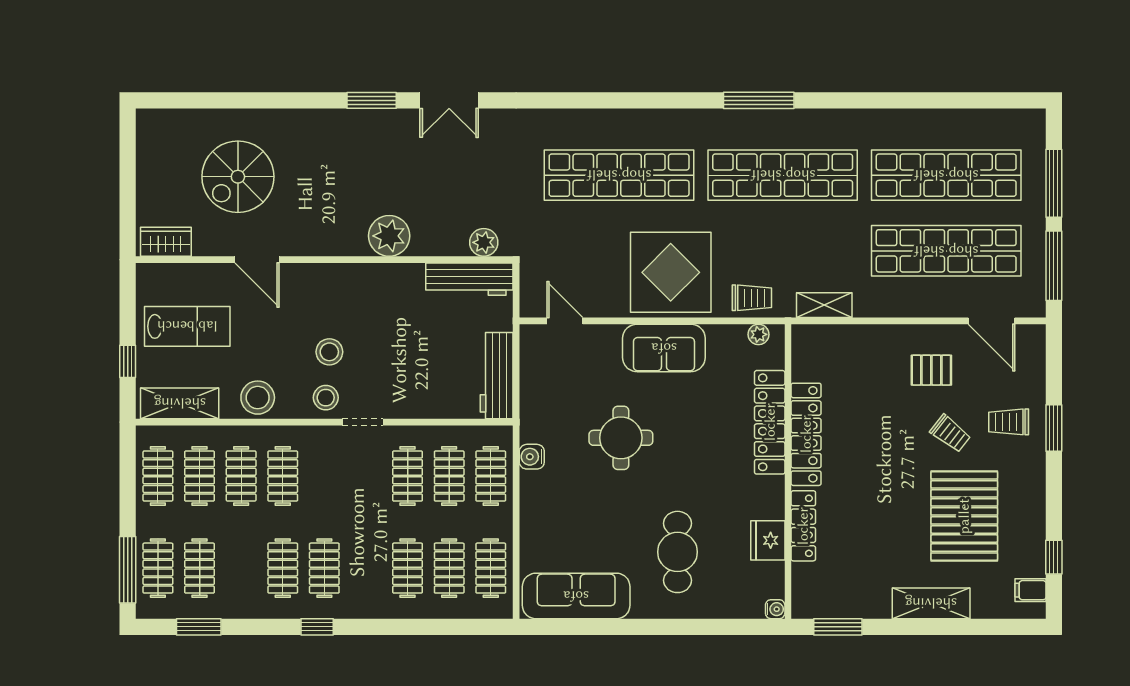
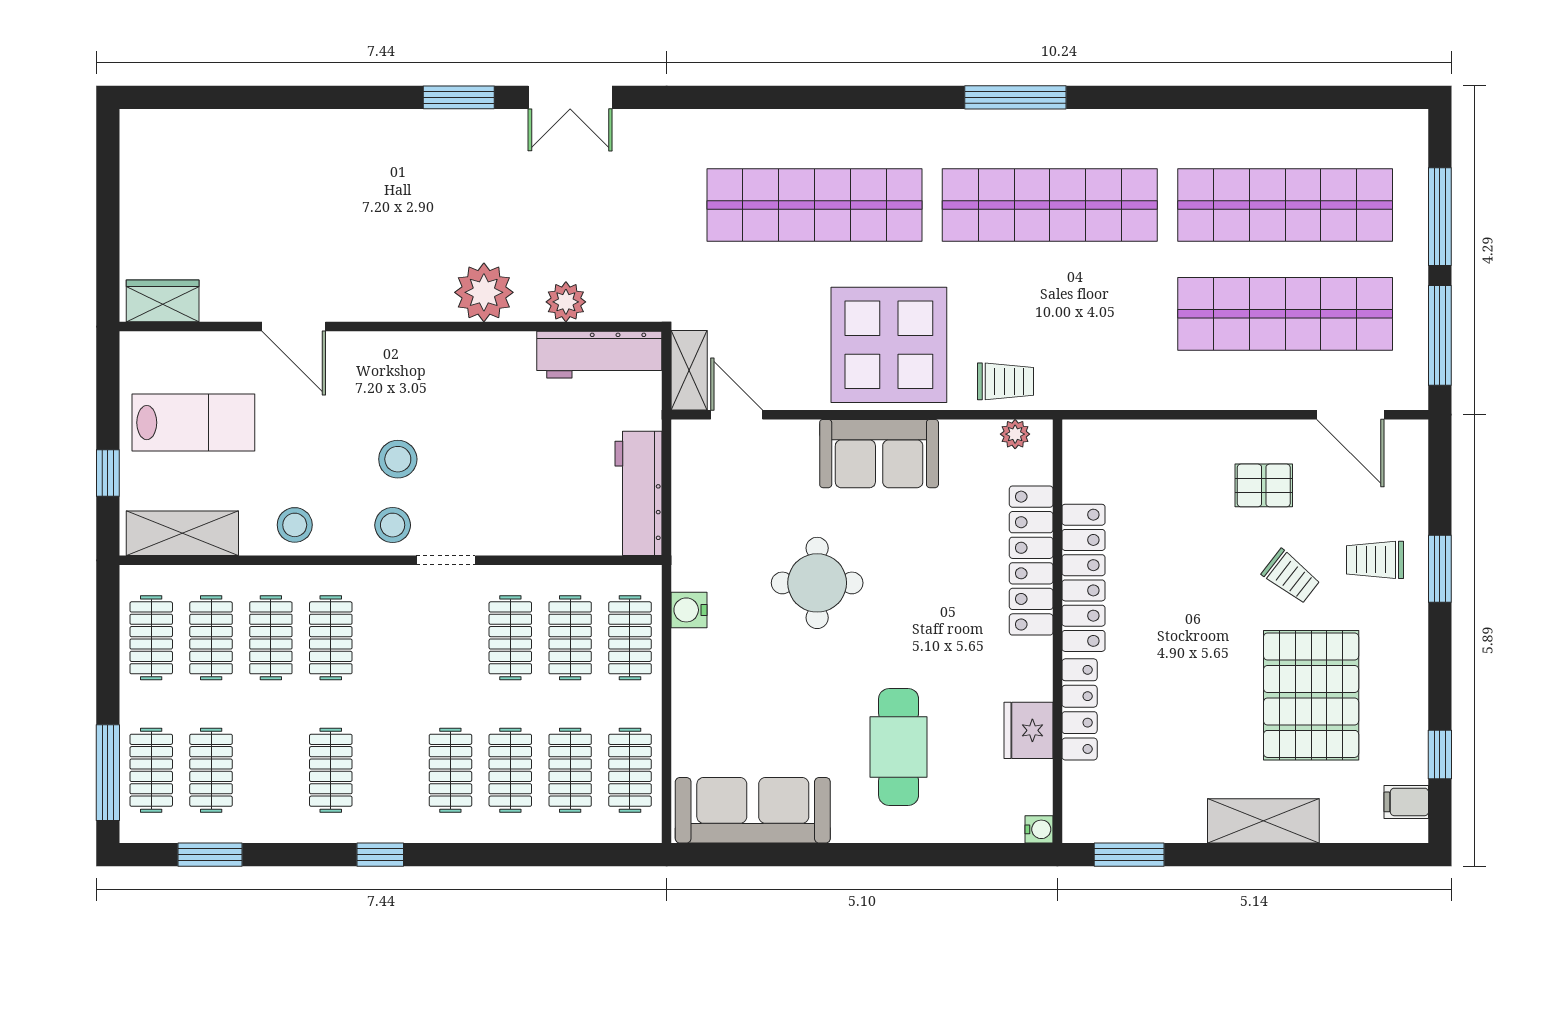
spiral stairs: (238, 177) -> (266, 207), removed
plant: (484, 242) -> (566, 302), moved
shelving: (824, 305) -> (689, 370), moved, turned 90
stool: (258, 398) -> (295, 525), width x0.73, depth x0.73
clothes rail: (324, 568) -> (450, 770), moved

